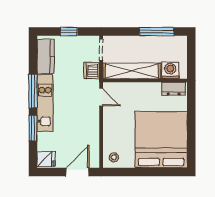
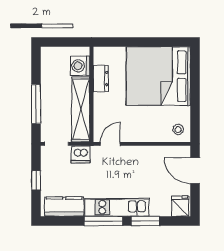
window: (157, 31) -> (36, 104), moved
dresser: (174, 89) -> (101, 78), moved

